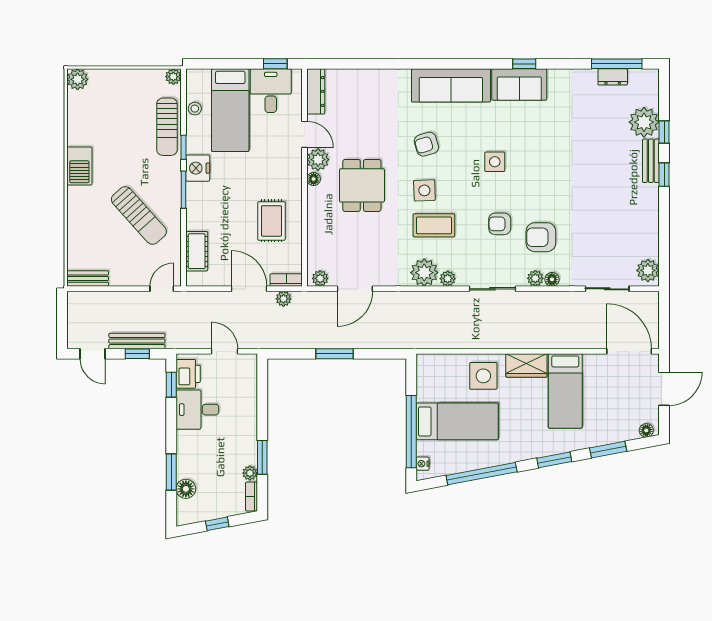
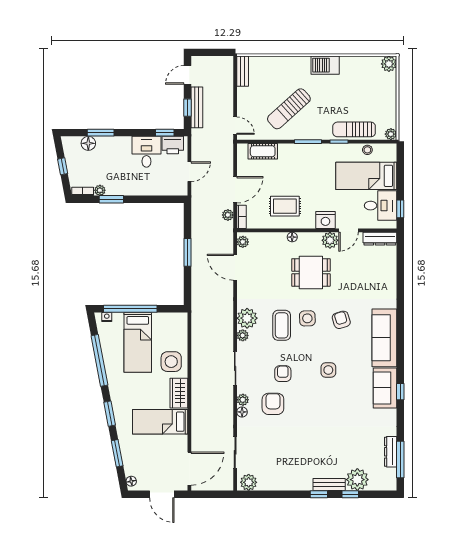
dresser: (613, 77) -> (391, 452), width x1.44
nightstand: (198, 168) -> (325, 220), moved, turned 180
floor lamp: (314, 179) -> (292, 237), moved

